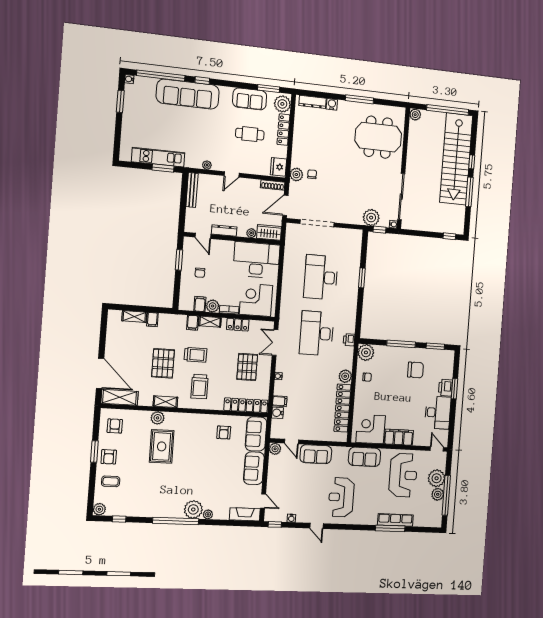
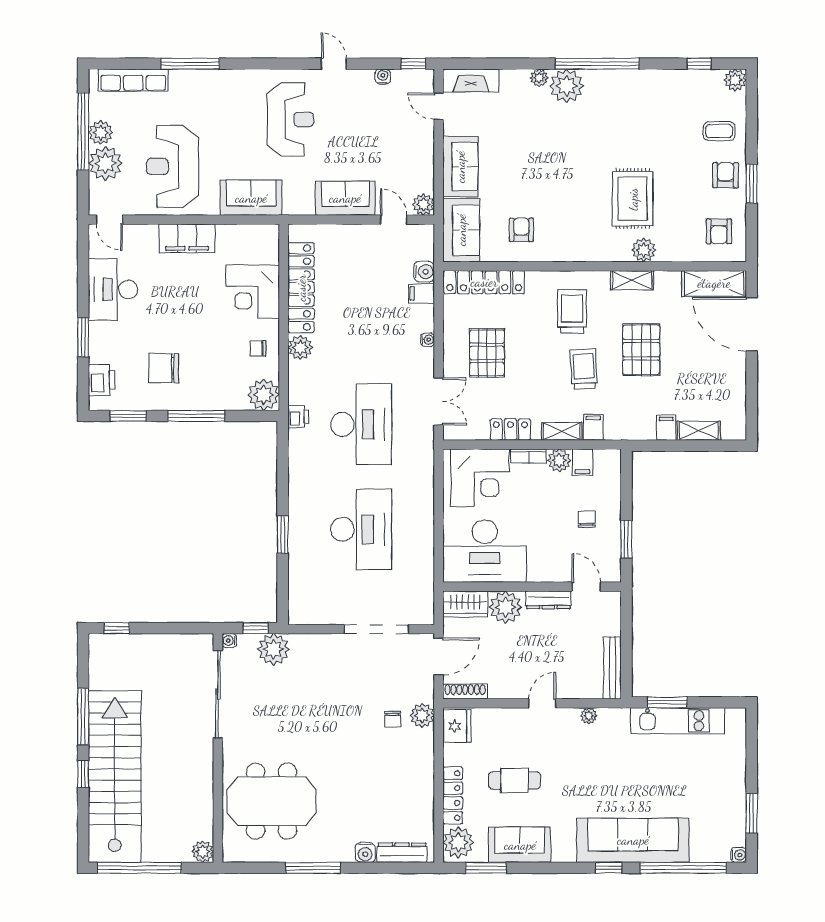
plant: (251, 233) -> (505, 607), width x1.88, depth x1.88
trolley: (195, 355) -> (584, 369), turned 87
printer: (445, 388) -> (102, 380), moved
corner desk: (371, 429) -> (253, 292), moved, turned 90
row of seats: (395, 520) -> (133, 80), moved

